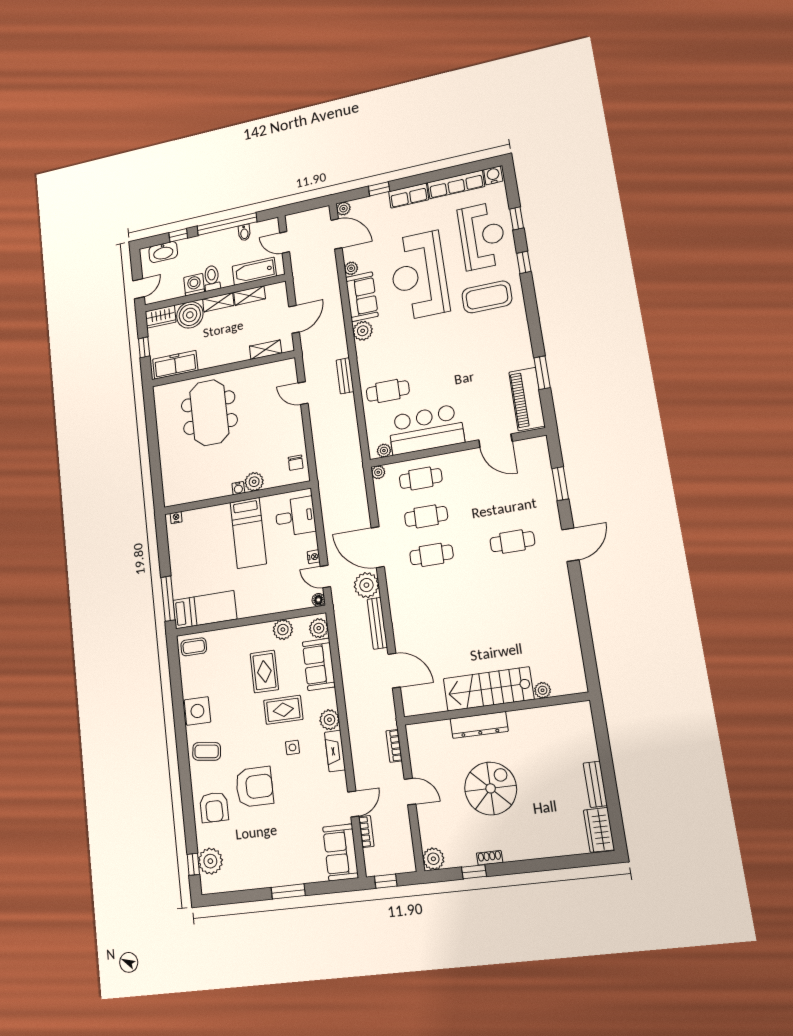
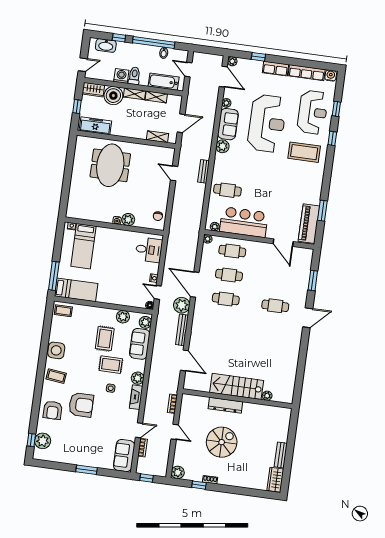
reception desk: (419, 276) -> (267, 123), turned 180
bed: (248, 533) -> (83, 246), moved

